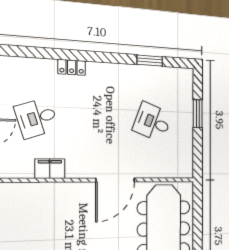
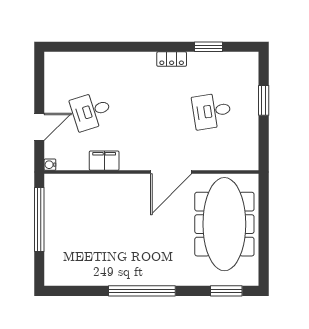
locker: (72, 67) -> (172, 59), moved
desk: (152, 122) -> (212, 111), turned -30

